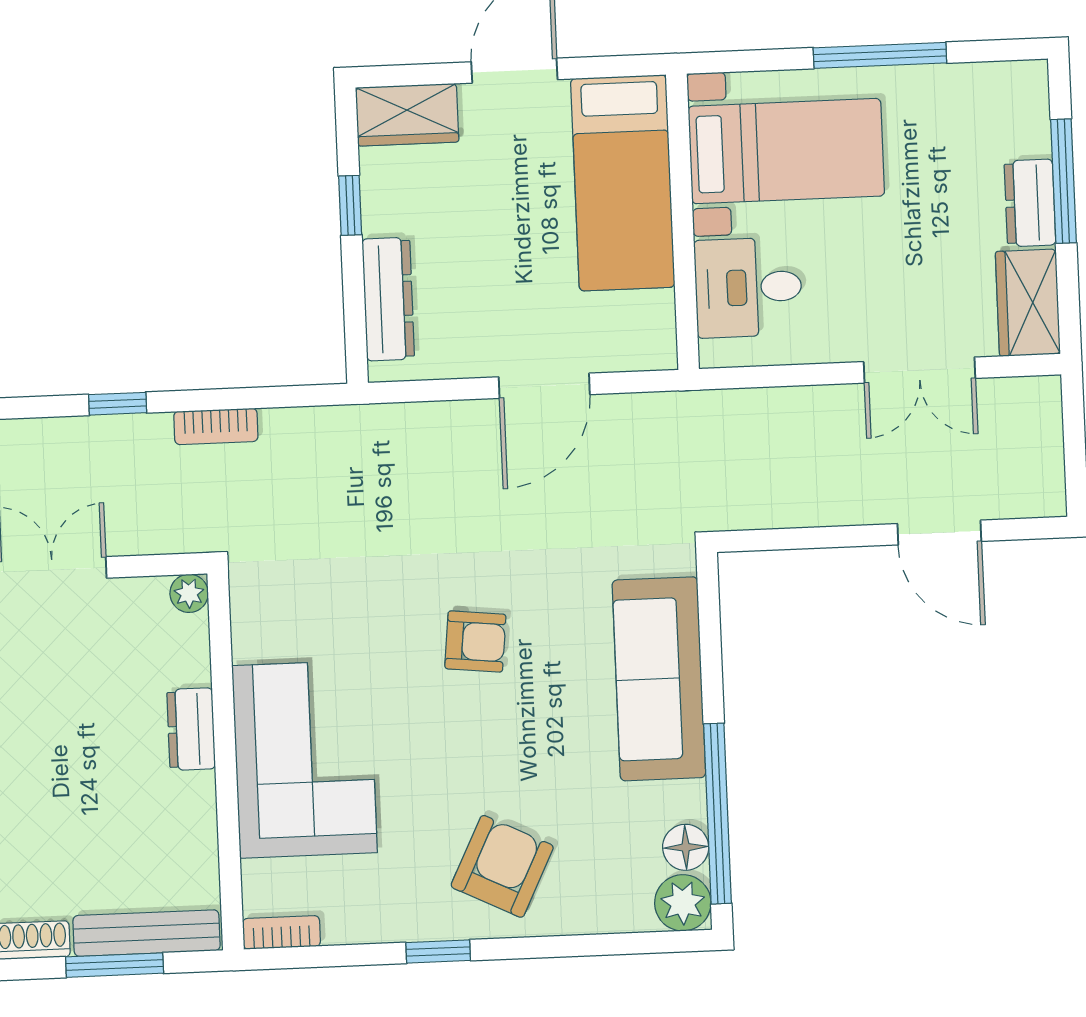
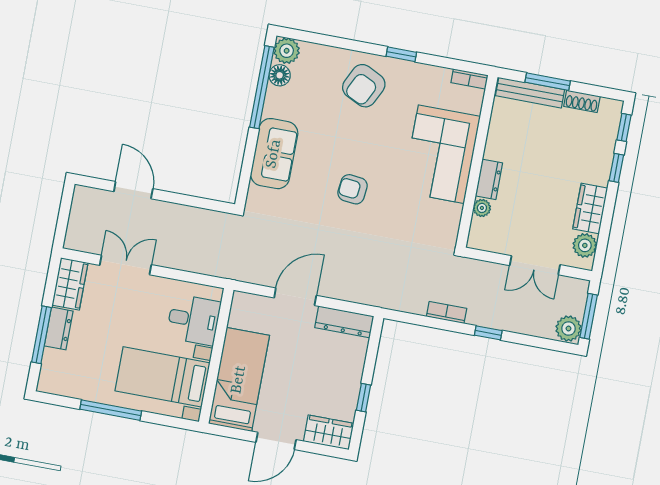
dresser: (388, 299) -> (344, 322), moved, turned -90
plant: (189, 593) -> (482, 208), moved
sofa: (659, 679) -> (274, 154), width x0.73

